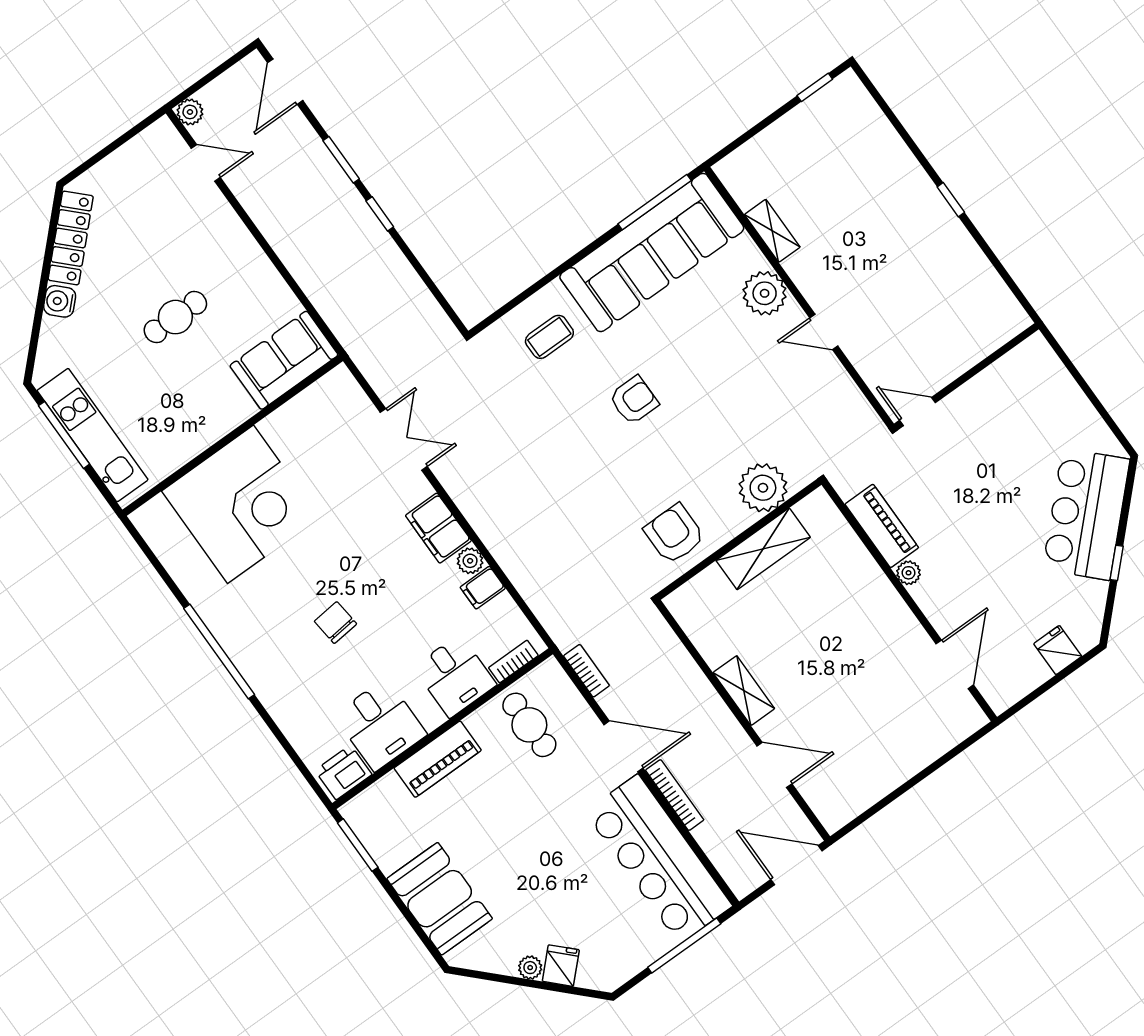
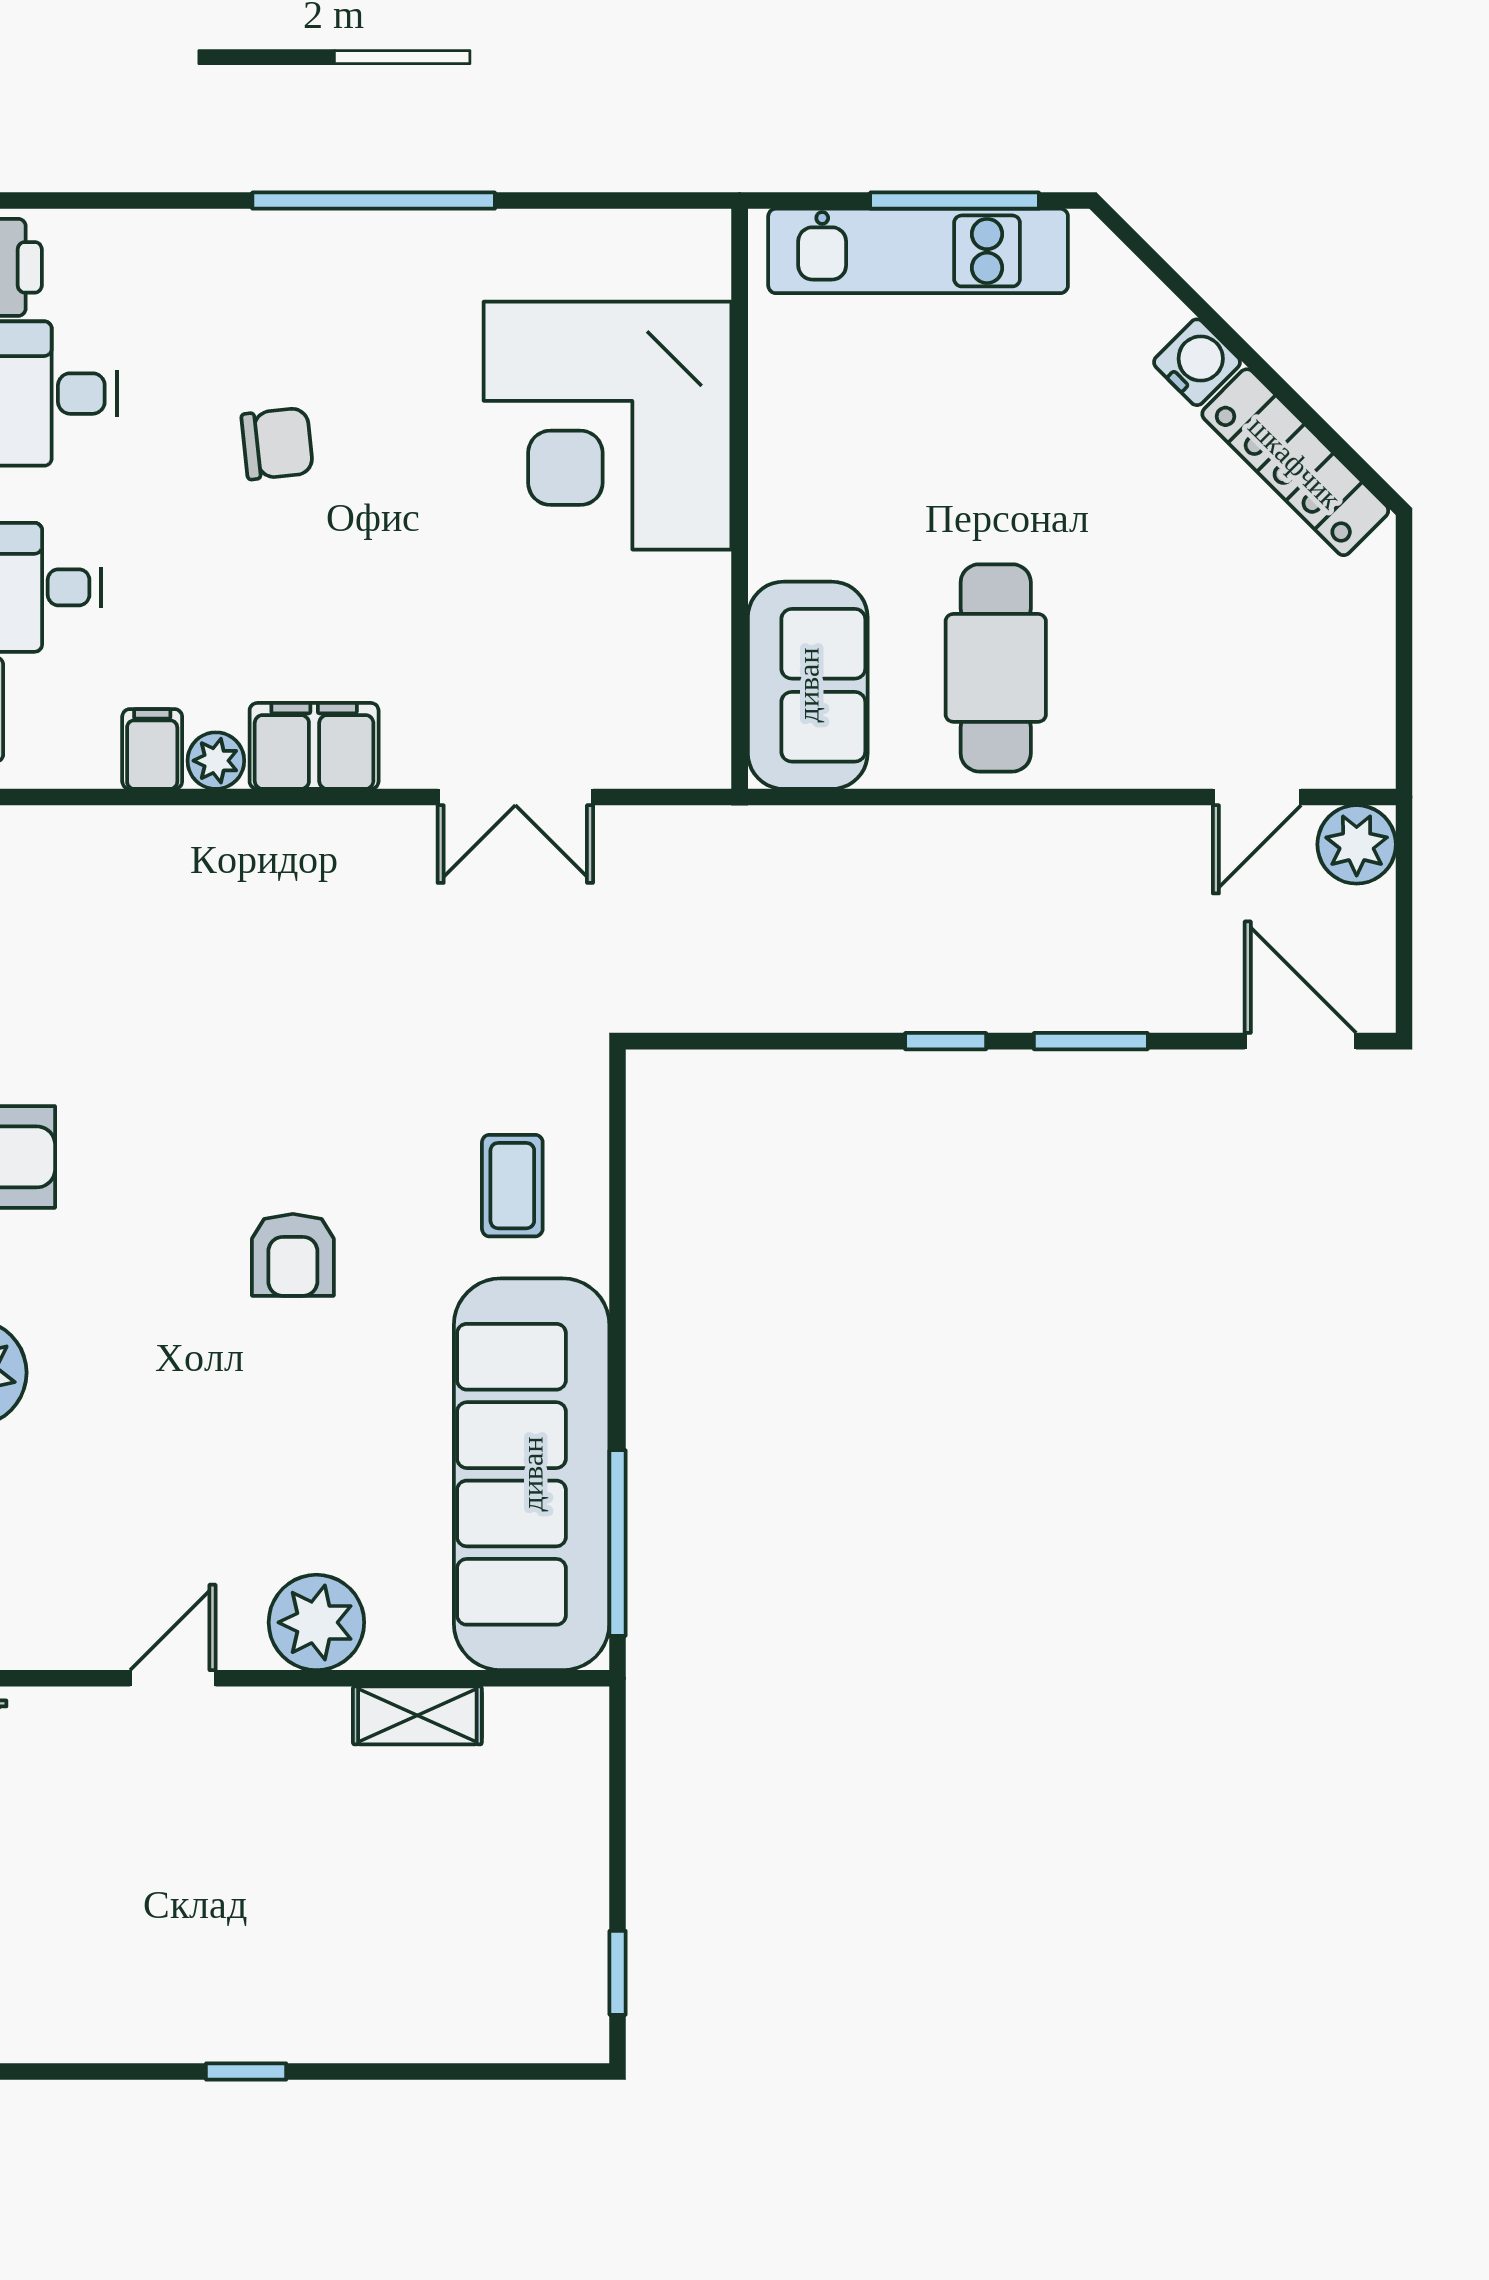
plant: (190, 112) -> (1357, 844), width x1.38, depth x1.38
cafe table: (175, 317) -> (996, 668), moved, width x1.37, depth x1.35

